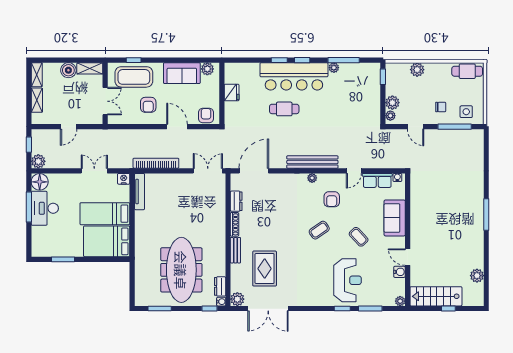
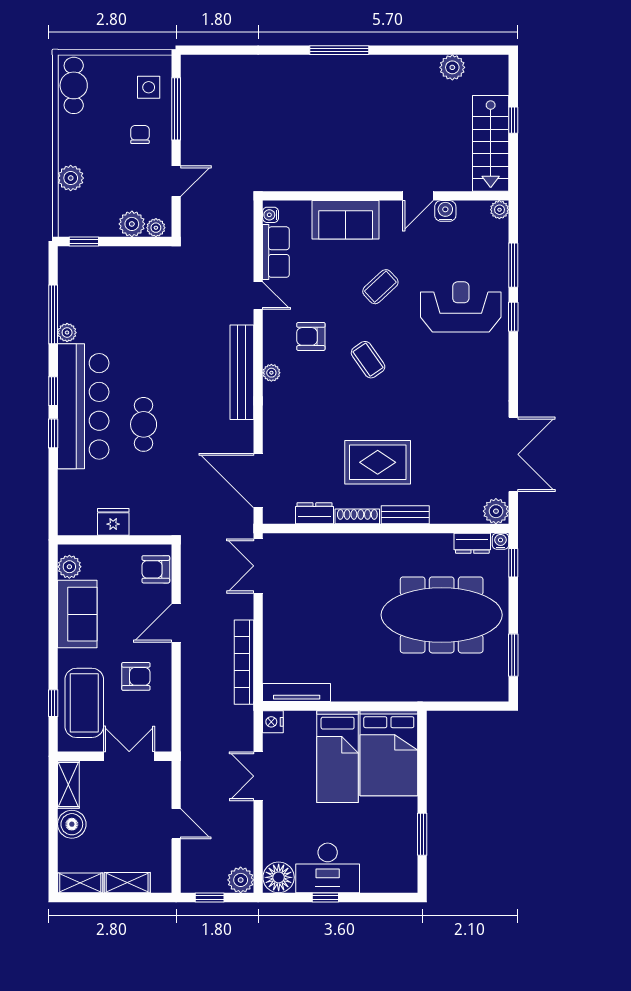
armchair: (332, 199) -> (311, 336), turned 180
window: (29, 207) -> (325, 897), width x0.46
rug: (265, 269) -> (378, 462), moved

